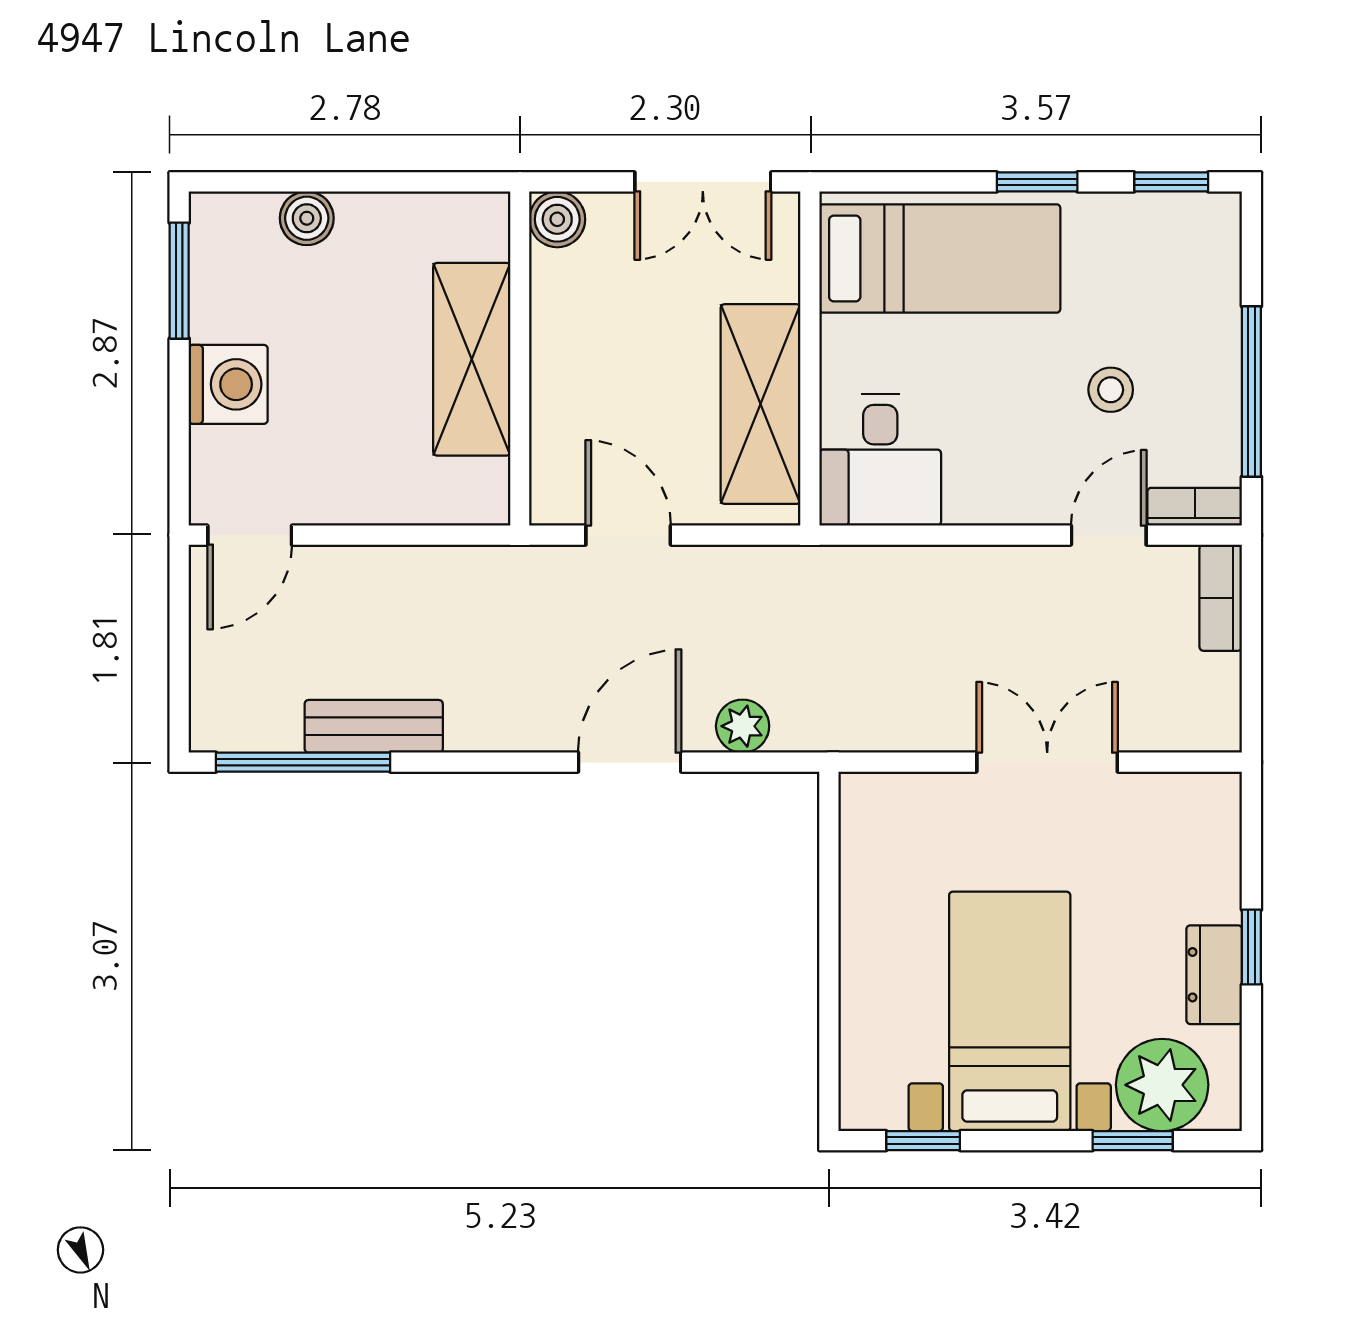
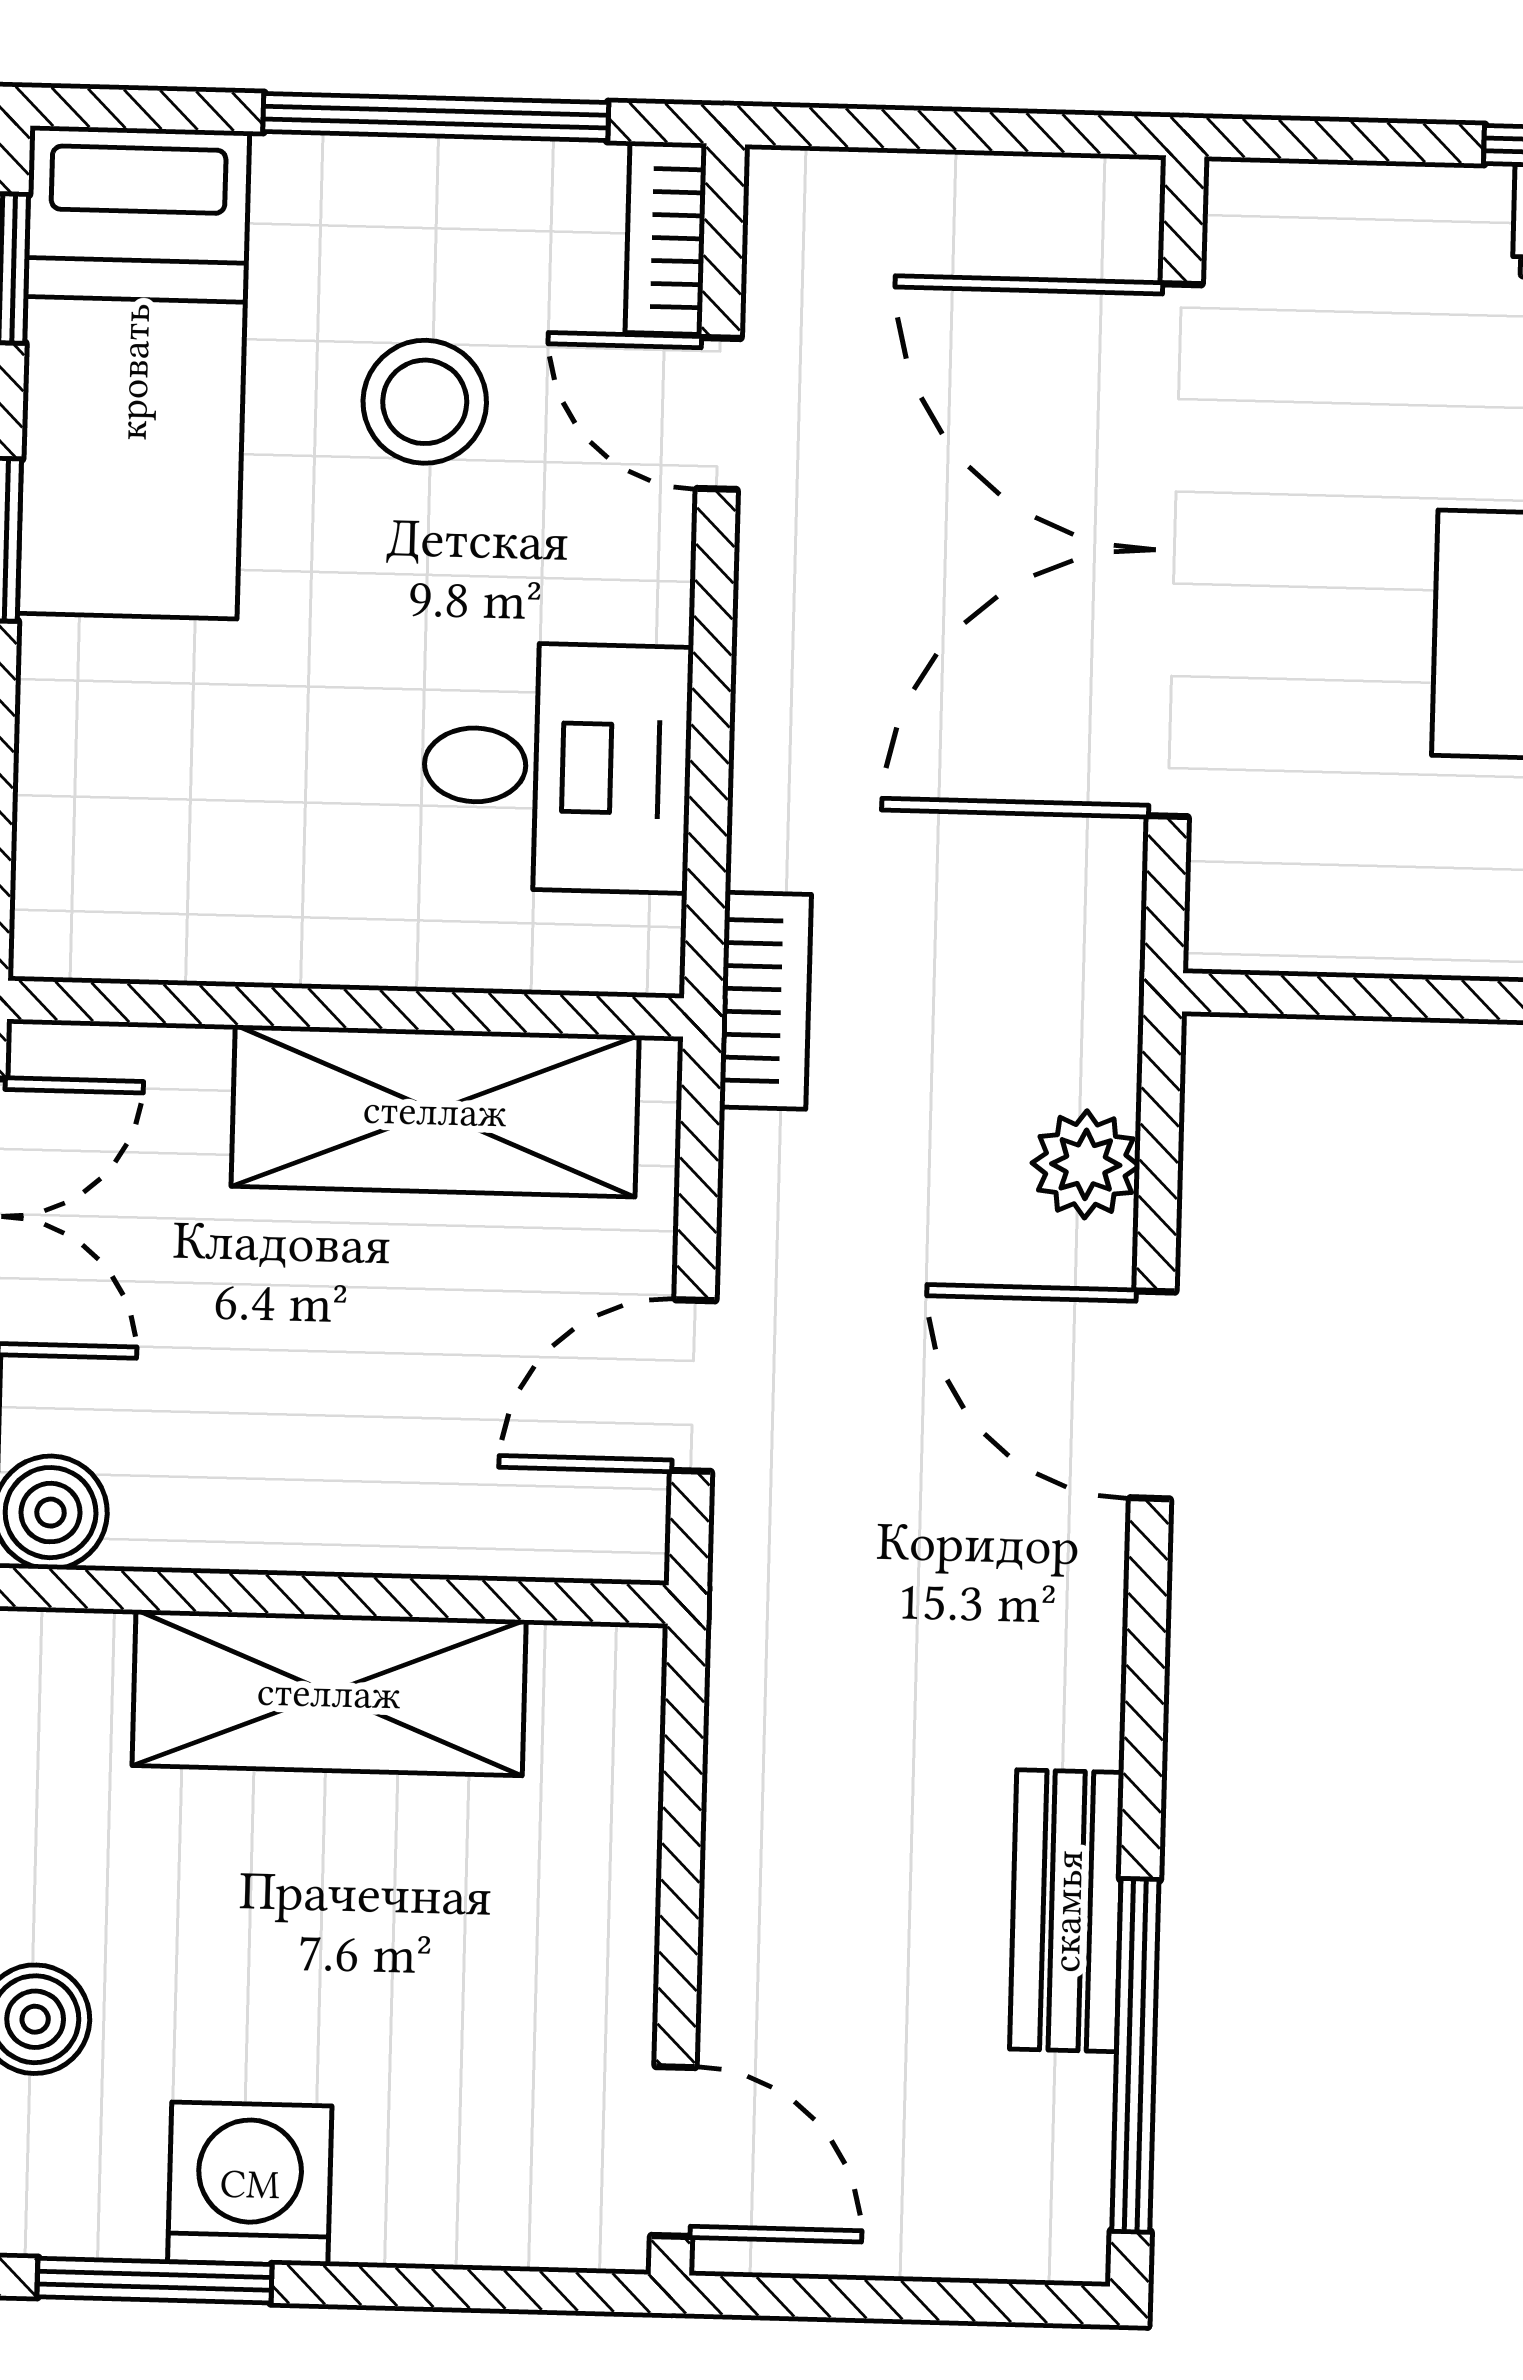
bed: (940, 258) -> (134, 372), moved, turned 180
washing machine: (228, 384) -> (250, 2184), moved
stool: (1111, 390) -> (425, 402), width x1.37, depth x1.37
desk: (880, 460) -> (557, 767), moved
bookcase: (1221, 598) -> (765, 1001), moved, turned -90
double door: (1047, 762) -> (1175, 550), width x1.87

